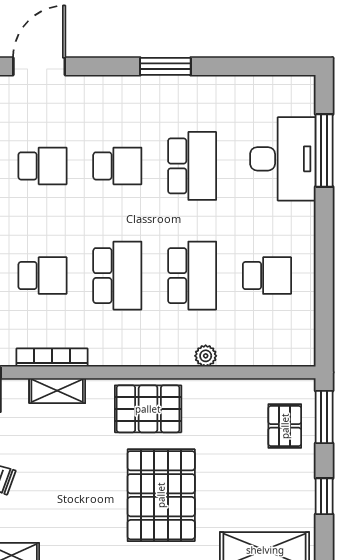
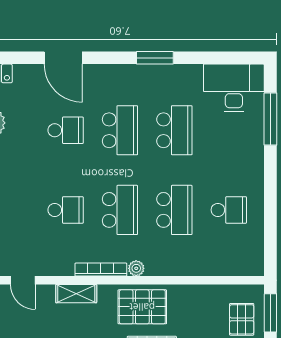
door: (39, 66) -> (63, 58), swing flipped
desk: (283, 159) -> (234, 88), moved, turned -90
school desk: (117, 166) -> (120, 130), width x1.85
plant: (206, 356) -> (136, 268), moved
bookcase: (52, 358) -> (101, 270), moved

